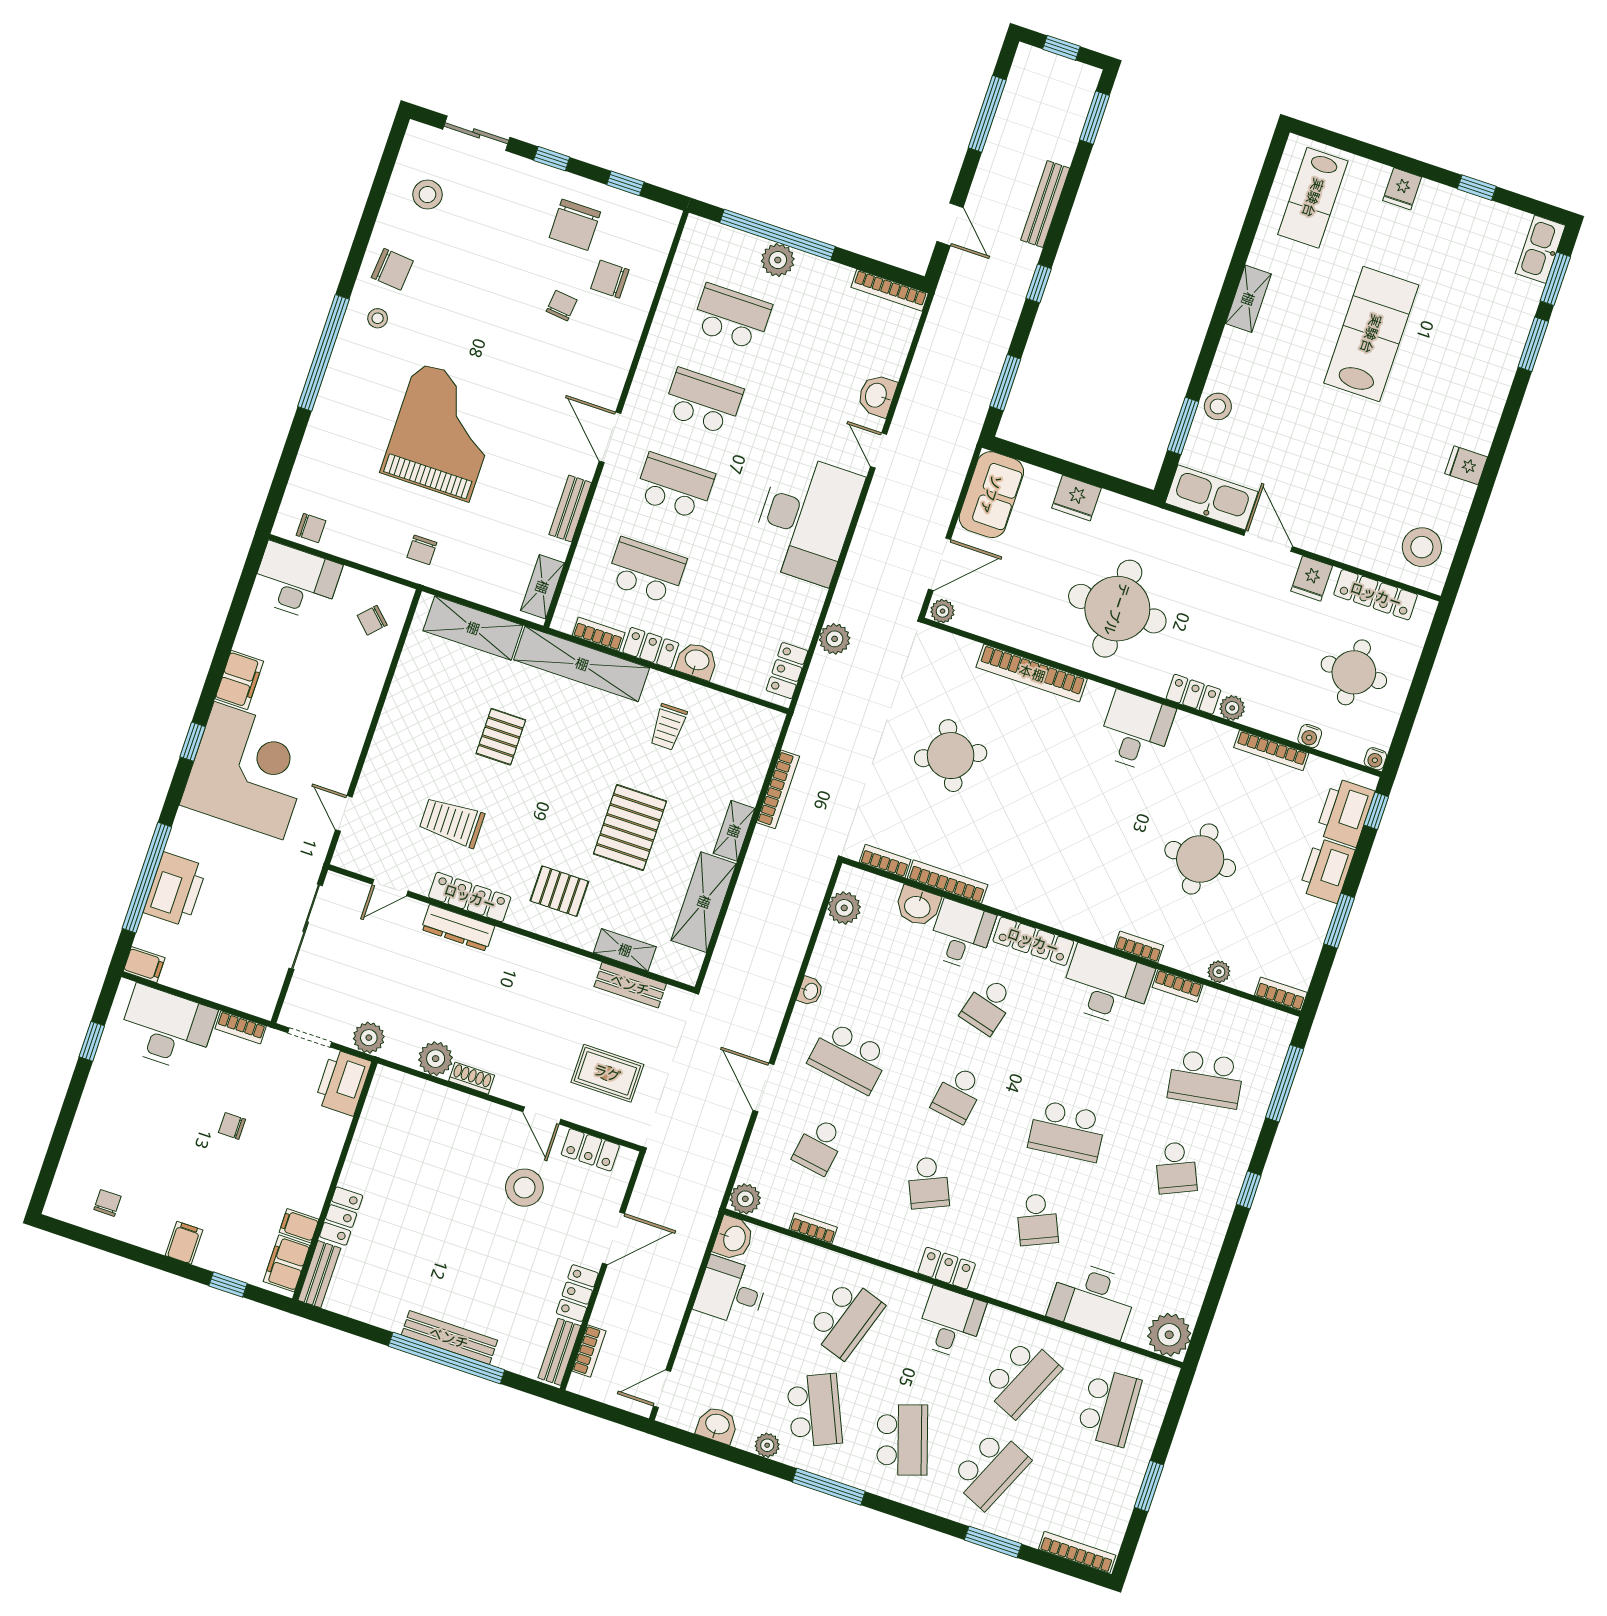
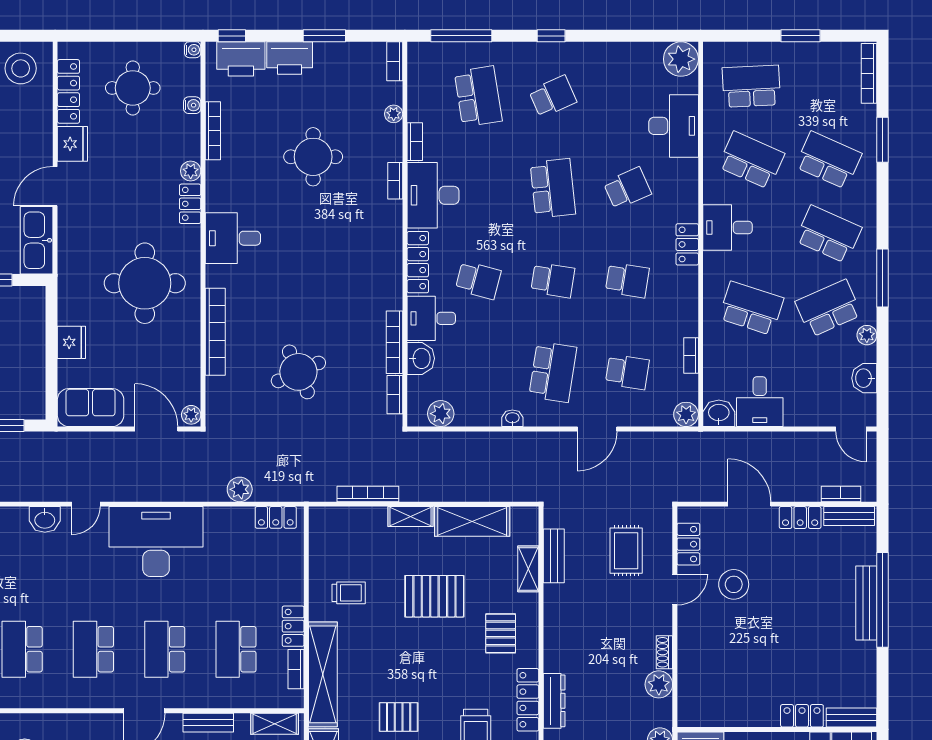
fridge: (1312, 578) -> (72, 144), width x1.38
washbasin: (697, 661) -> (291, 588), removed
school desk: (928, 1183) -> (627, 280), turned 33
school desk: (902, 1440) -> (828, 234), turned 42

